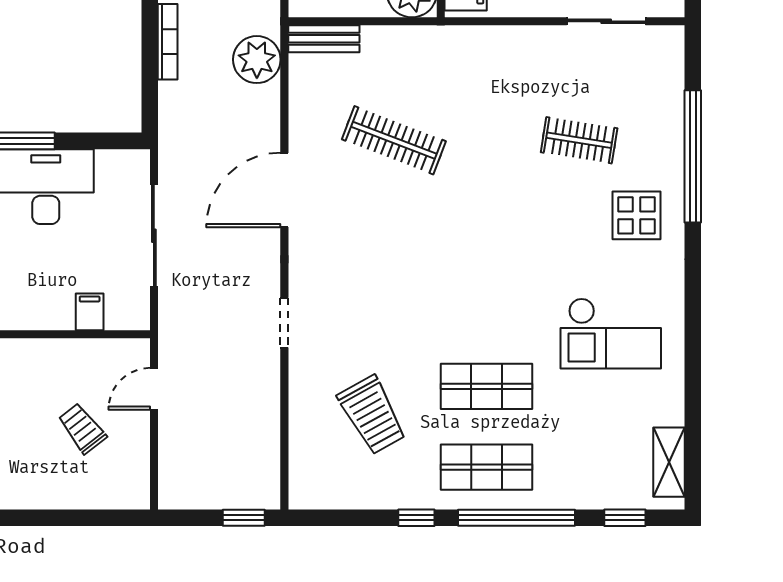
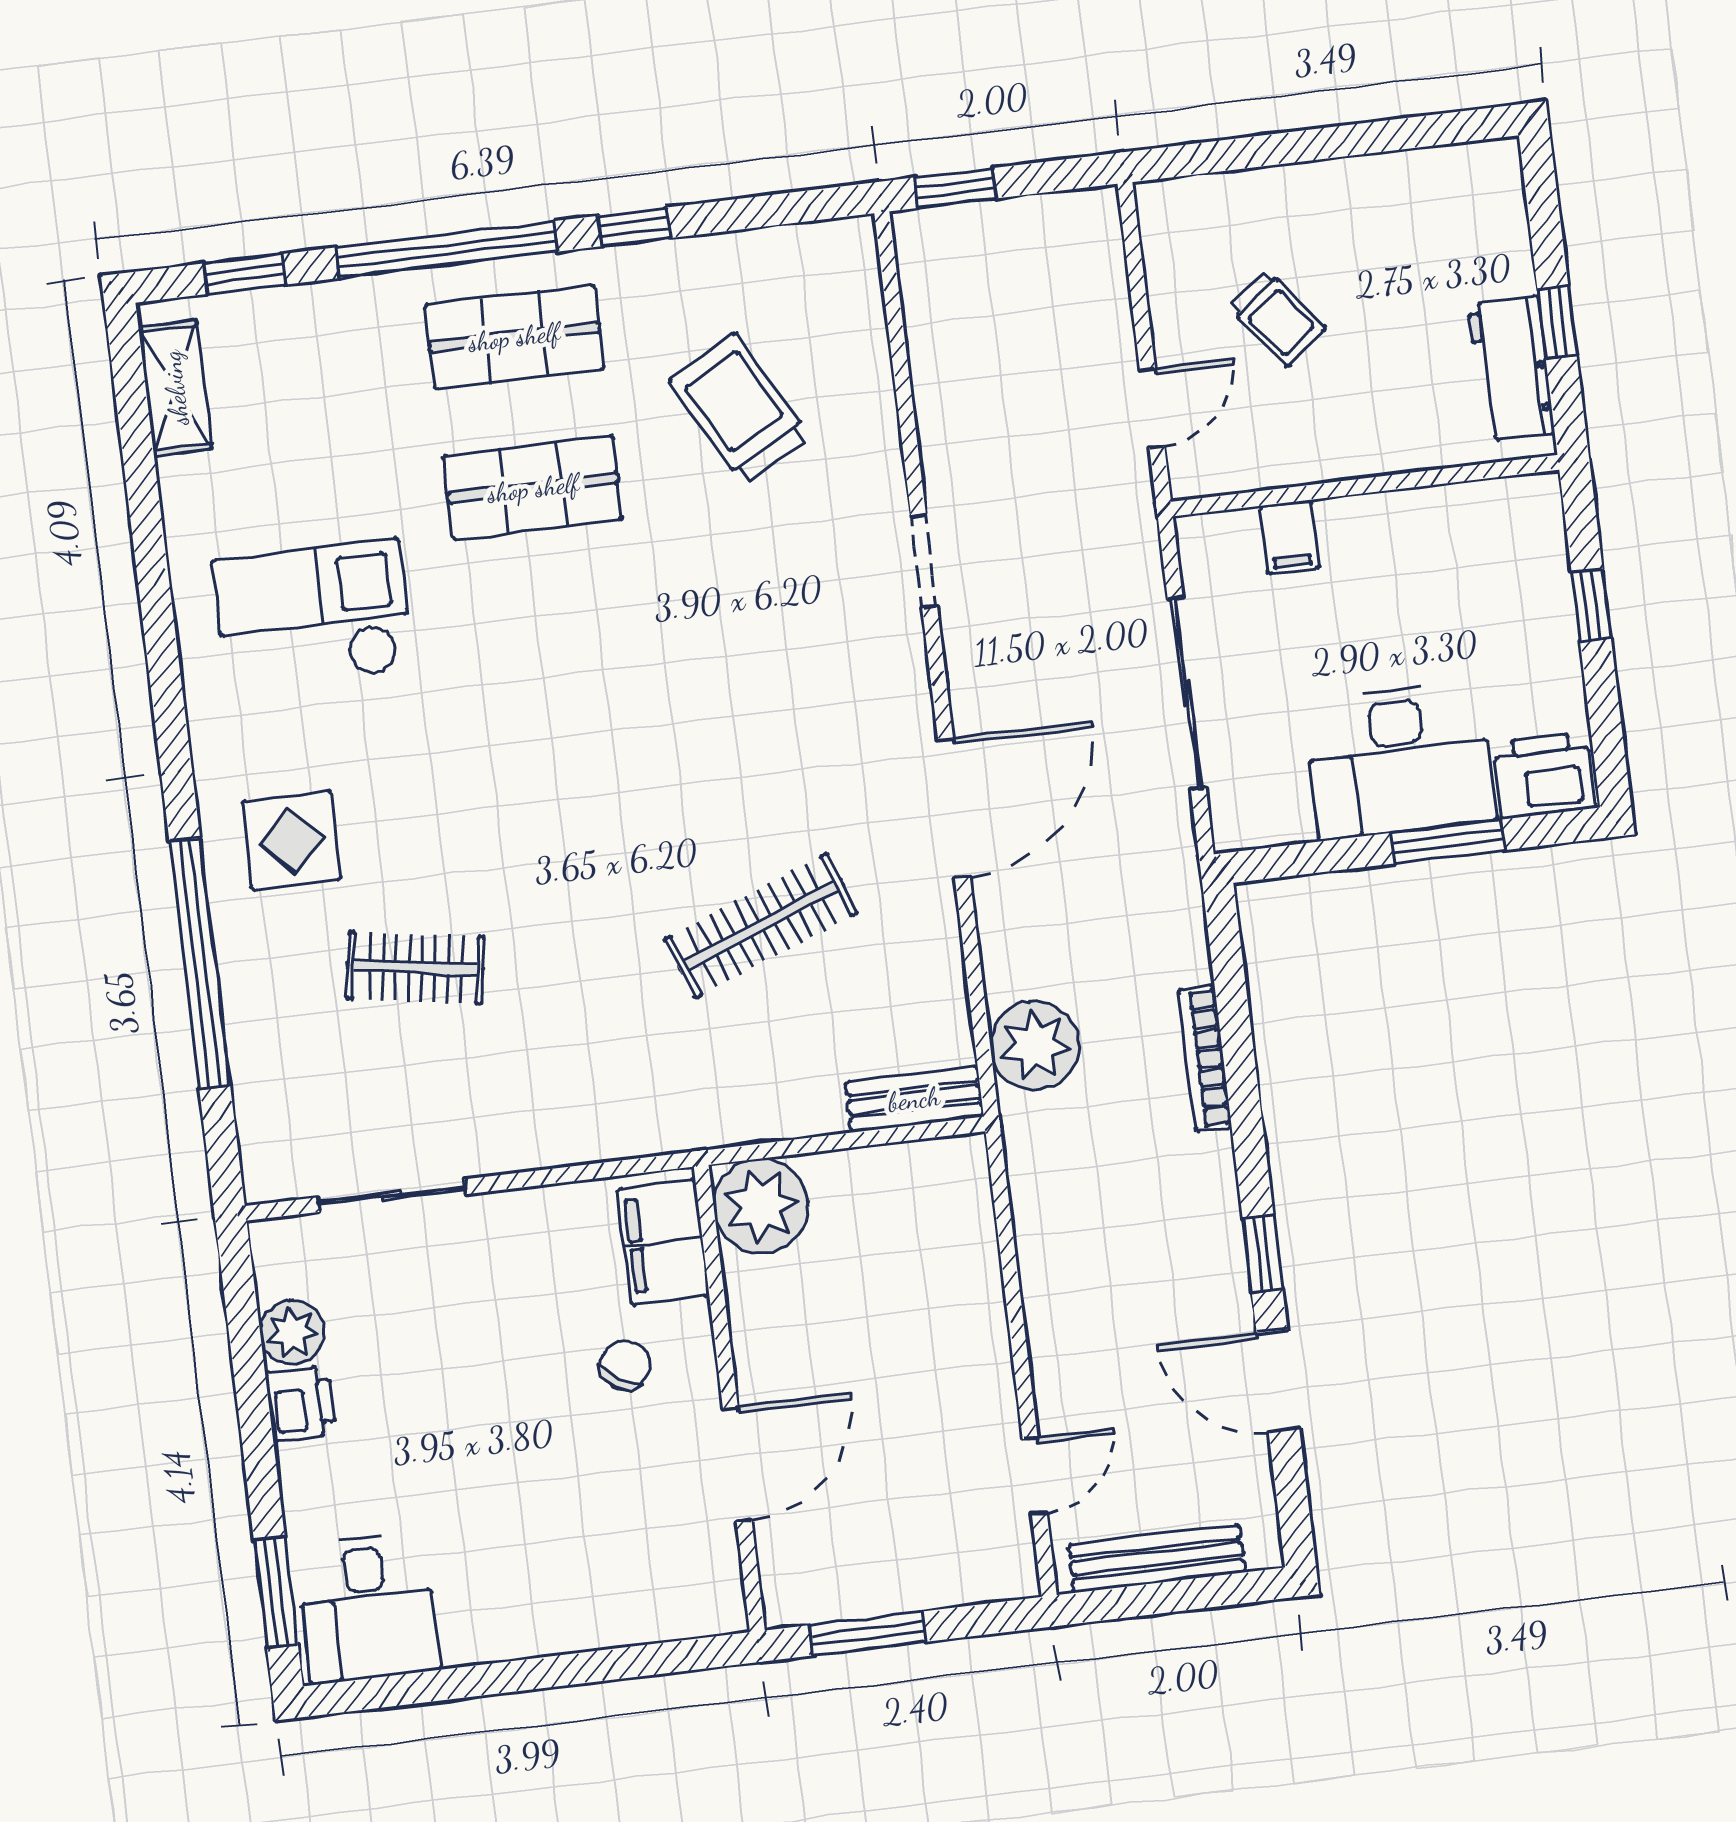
clothes rail: (394, 140) -> (761, 926), turned -42

